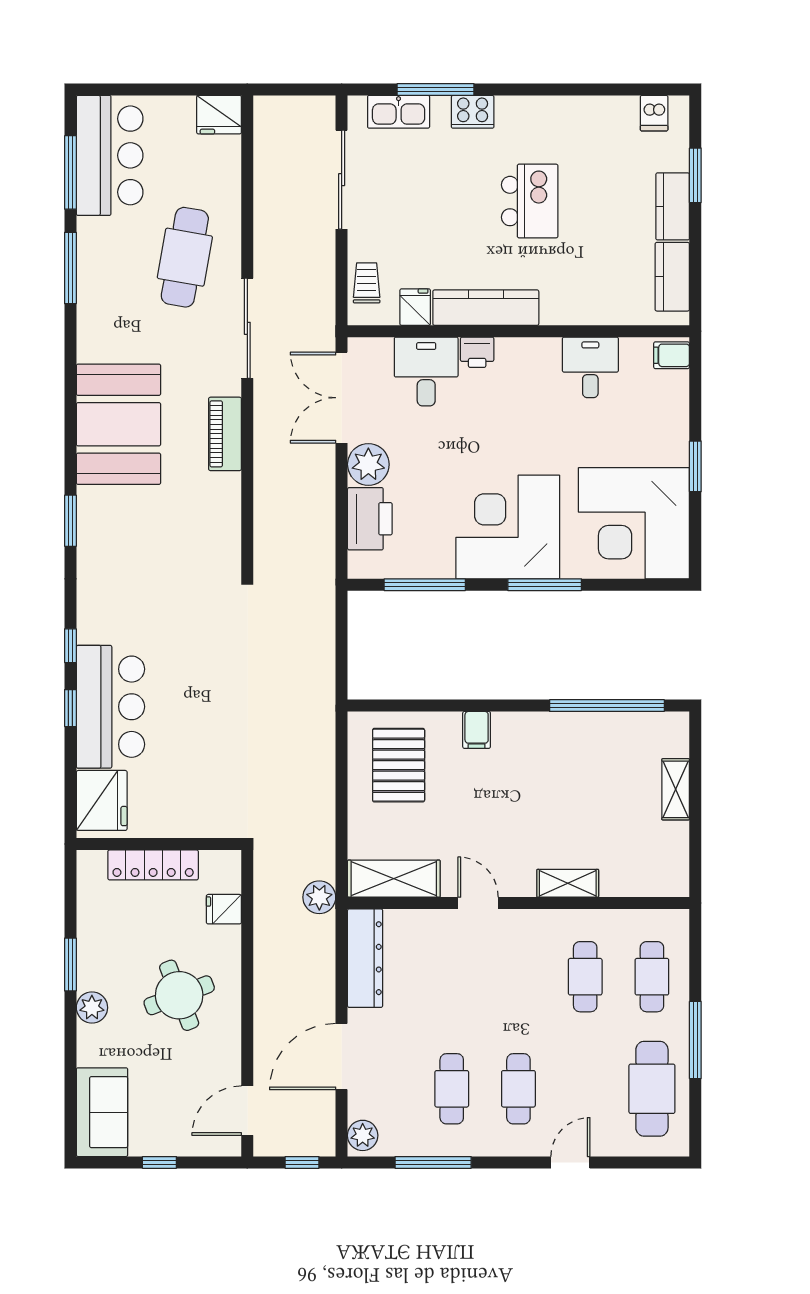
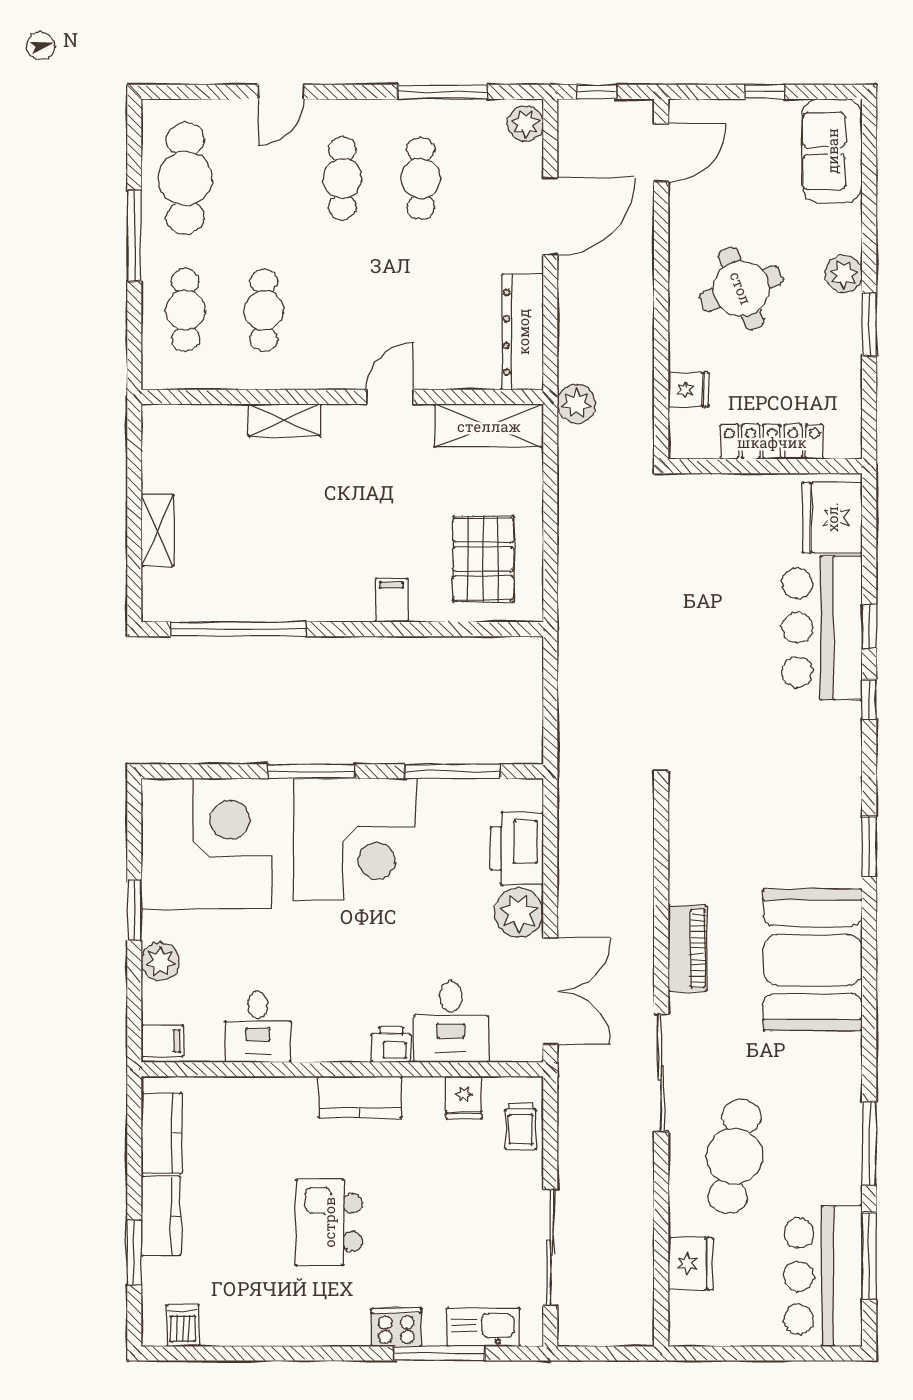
fridge: (219, 115) -> (691, 1264), moved, turned 90
kitchen counter: (486, 308) -> (360, 1097), width x0.67
plant: (673, 423) -> (160, 961), added
door: (478, 903) -> (390, 397), swing flipped

